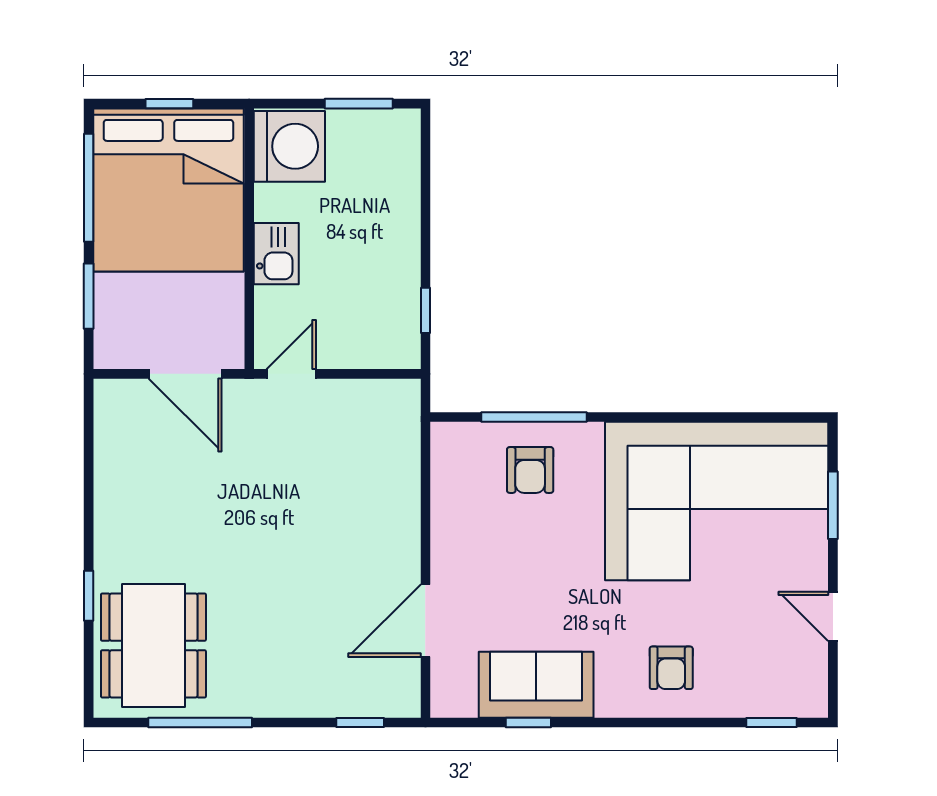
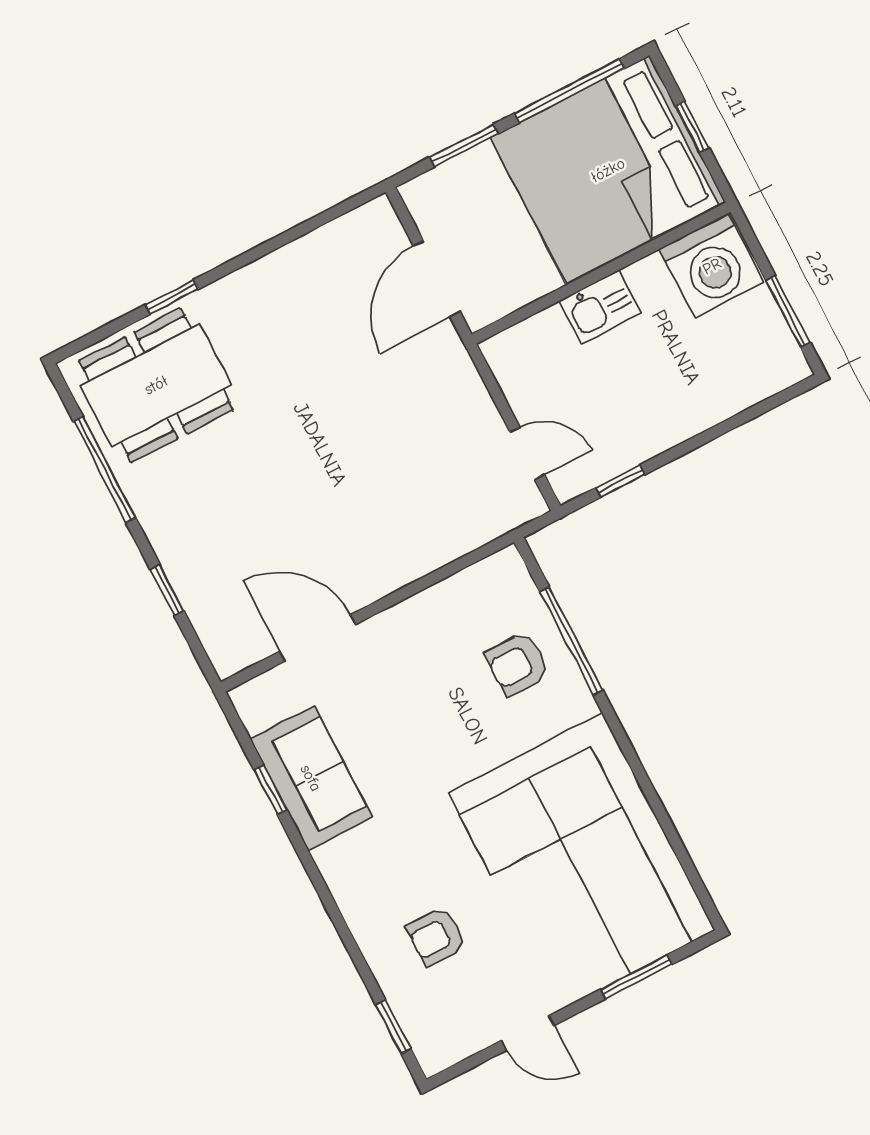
door: (291, 374) -> (527, 453), moved
door: (833, 616) -> (528, 1033), swing flipped
armchair: (671, 668) -> (437, 936), moved
window: (360, 722) -> (167, 590), moved

